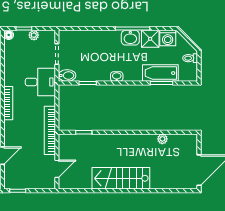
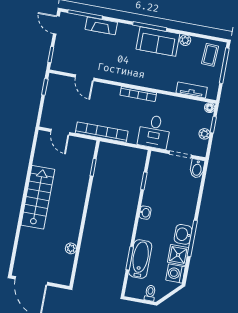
bidet: (67, 75) -> (197, 169), moved

